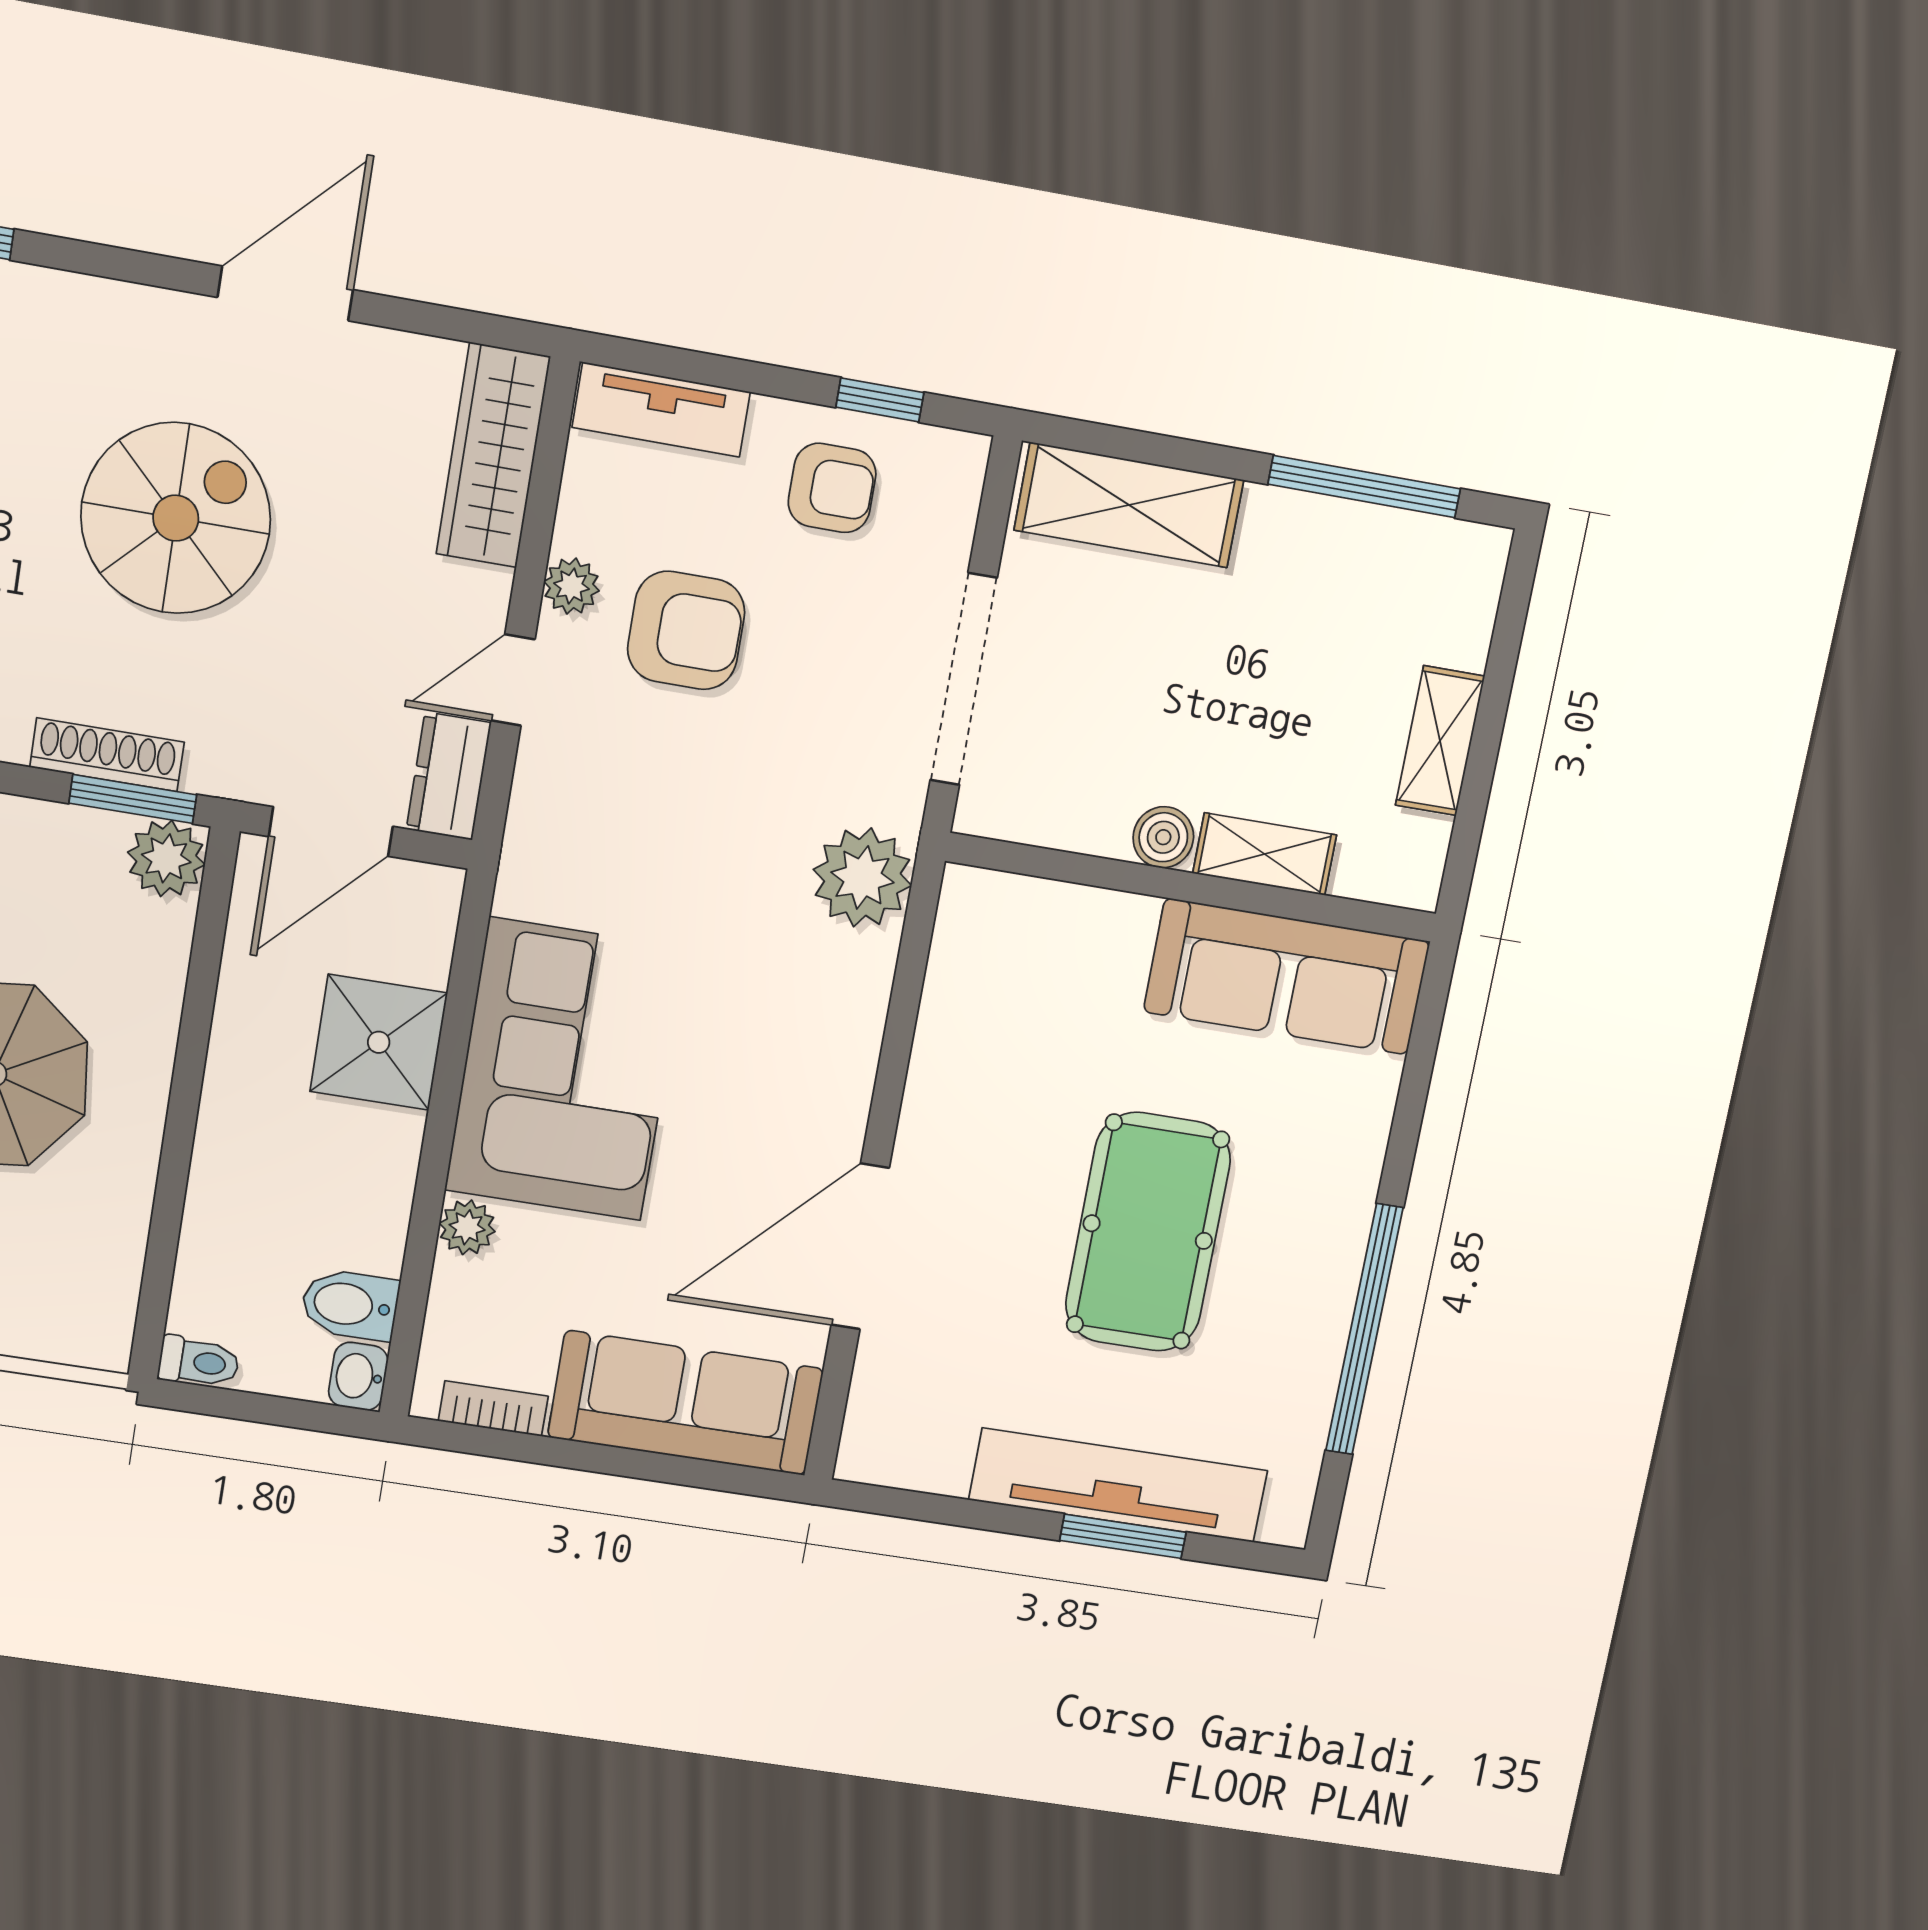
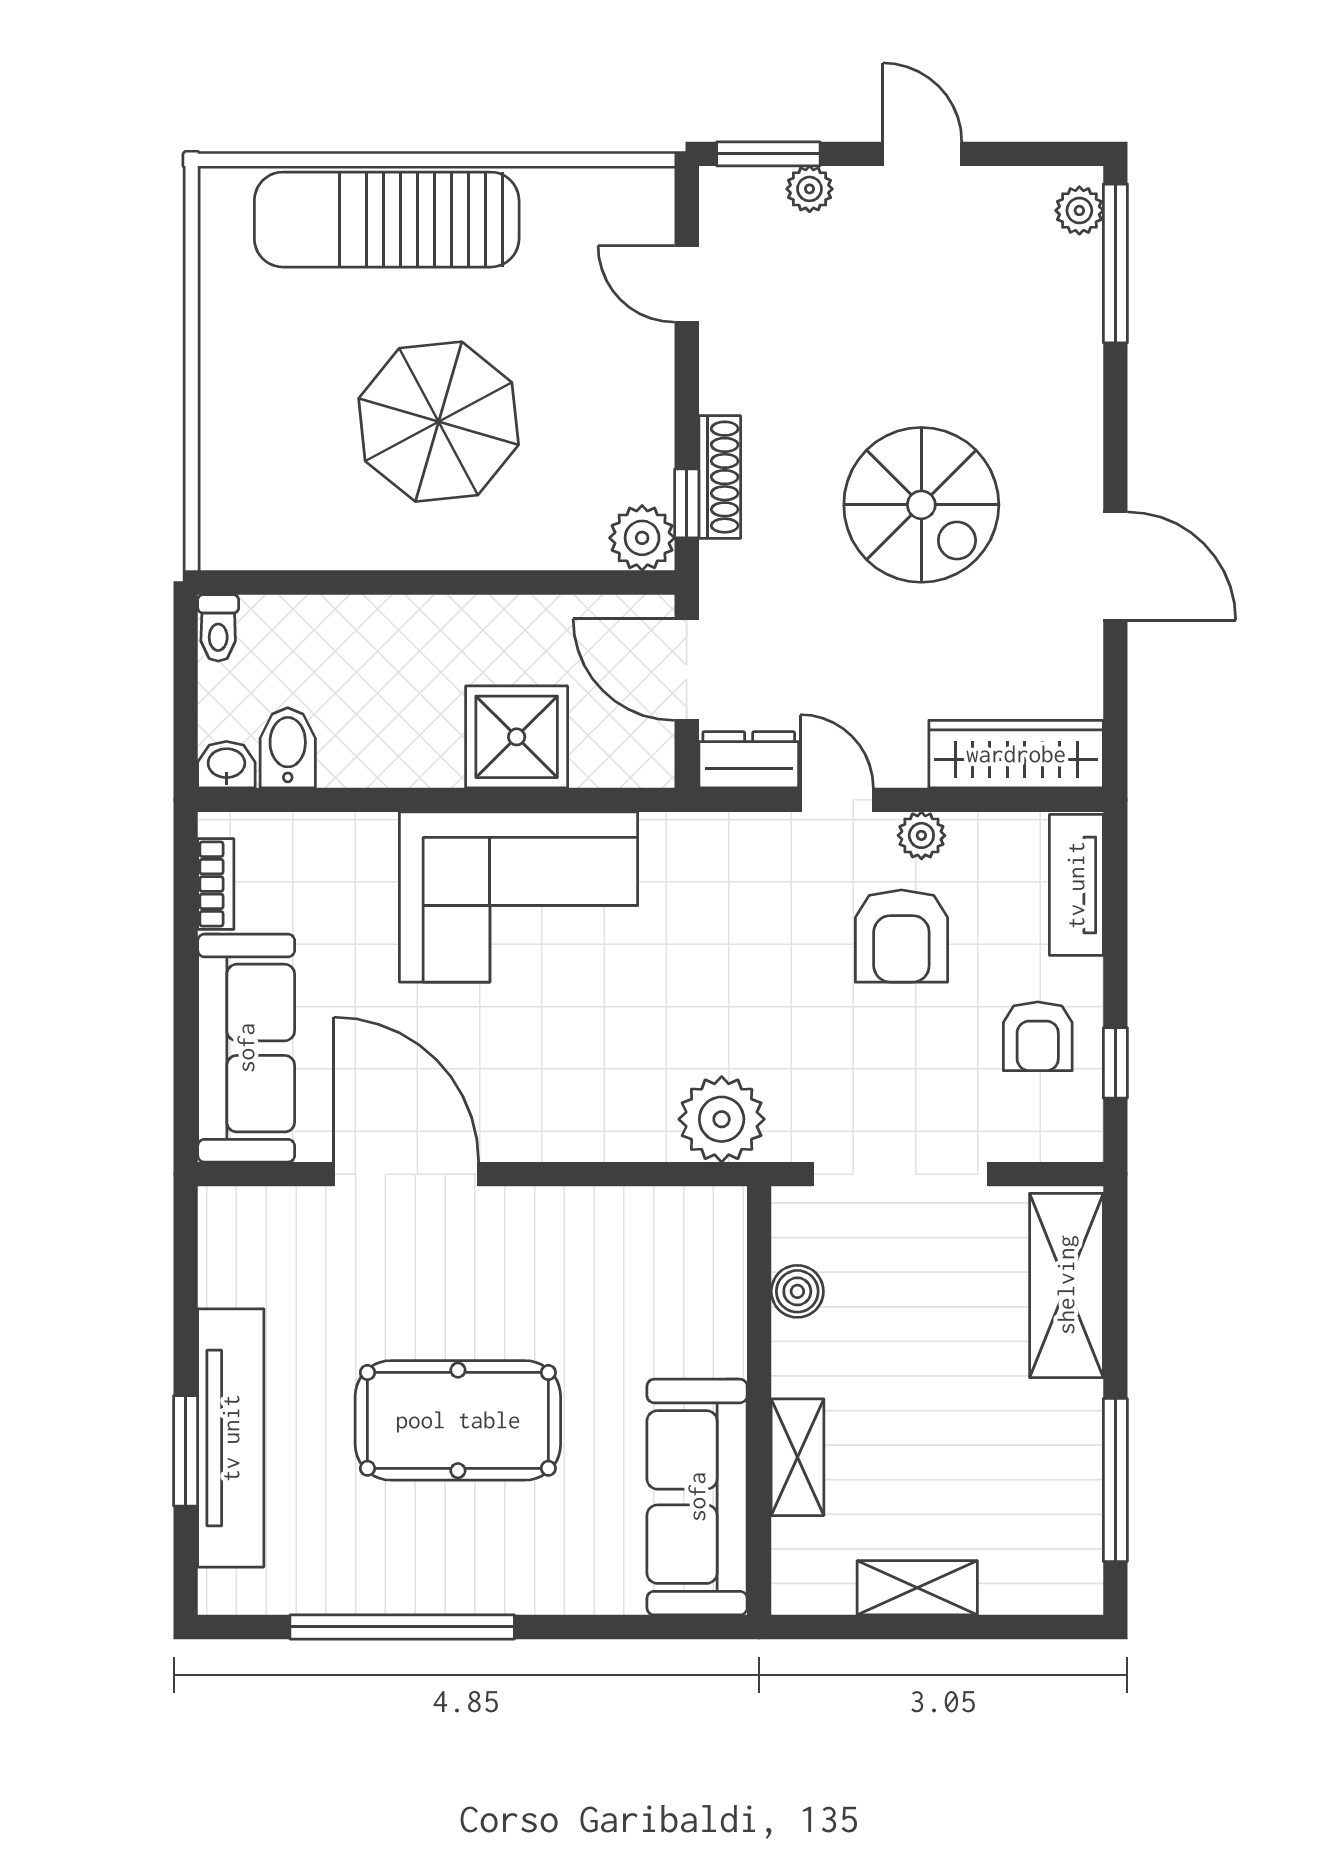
window: (133, 799) -> (687, 503), width x0.67
boiler: (1163, 837) -> (797, 1291), moved
plant: (467, 1227) -> (370, 836), removed

